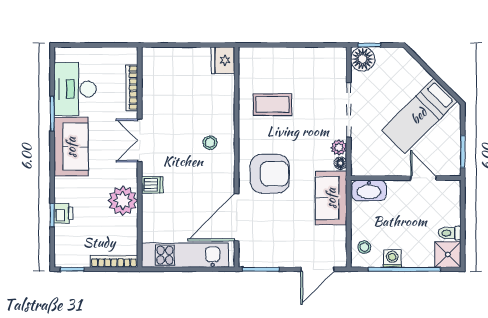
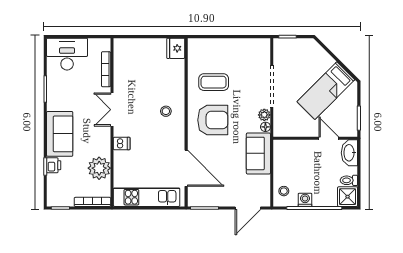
floor lamp: (363, 59) -> (282, 47), removed
desk: (75, 89) -> (67, 54), moved, turned 90
sofa: (71, 147) -> (60, 134), moved
armchair: (270, 174) -> (213, 120), moved
washbasin: (369, 190) -> (349, 153), moved, turned 90
plant: (123, 201) -> (99, 168), moved
door: (237, 217) -> (186, 168), swing flipped

